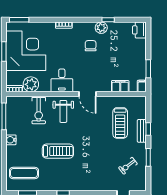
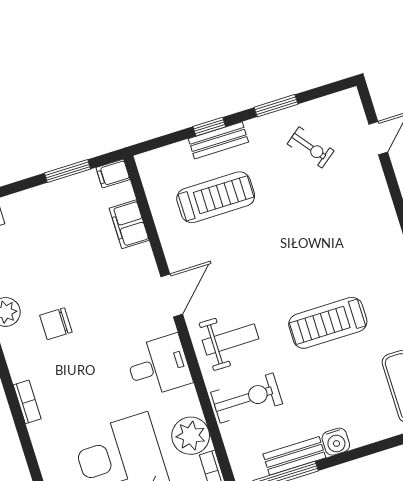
bench: (10, 122) -> (294, 456), added
treadmill: (58, 151) -> (328, 323), turned -90

